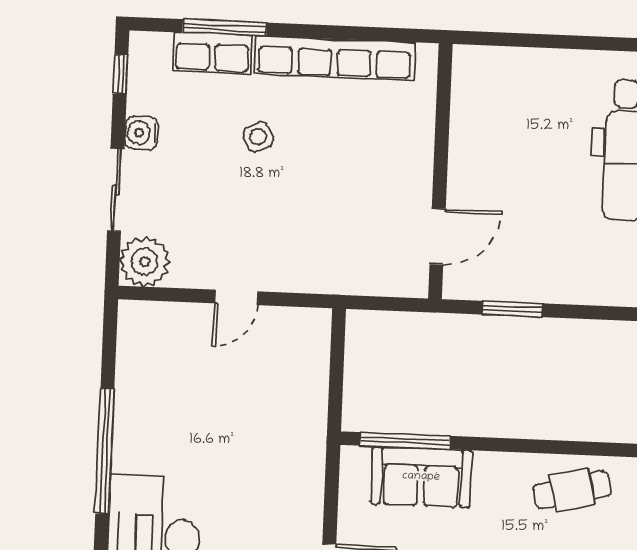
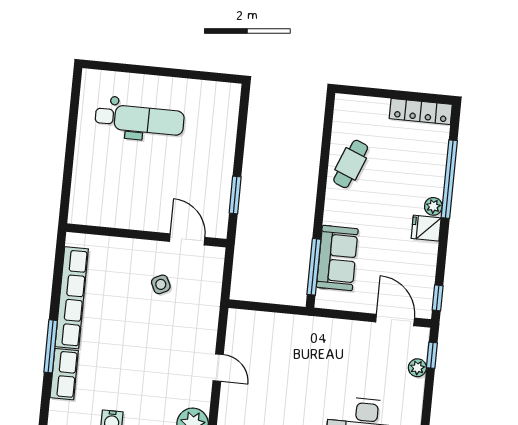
window: (225, 28) -> (51, 346), moved
side table: (258, 137) -> (161, 284), moved
cafe table: (572, 490) -> (351, 164), turned 35

